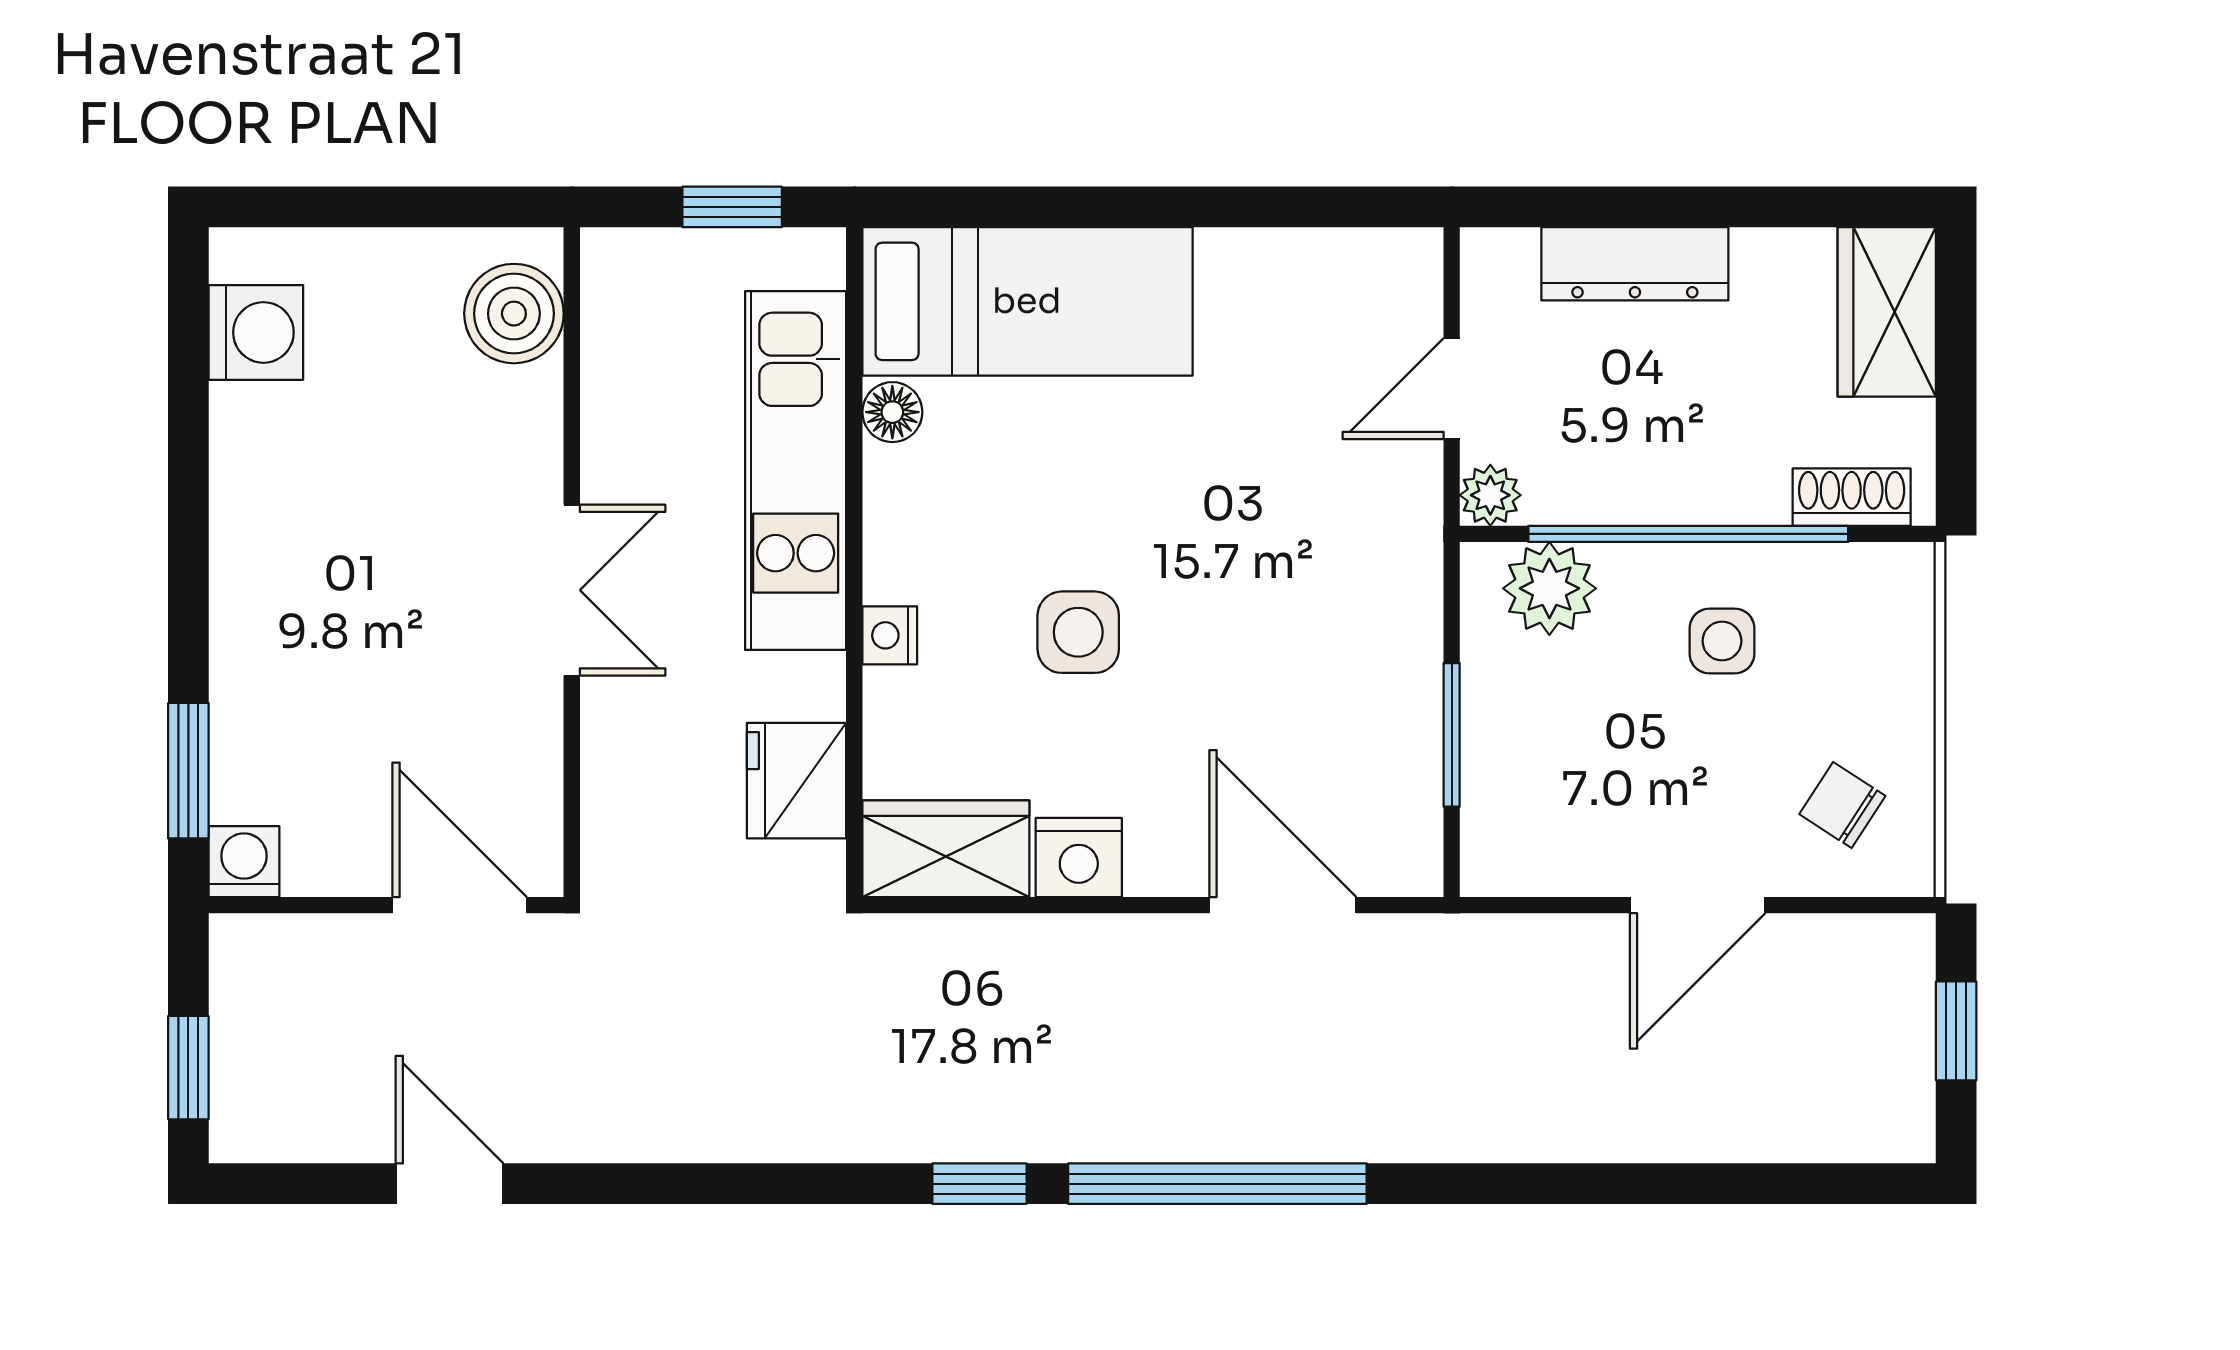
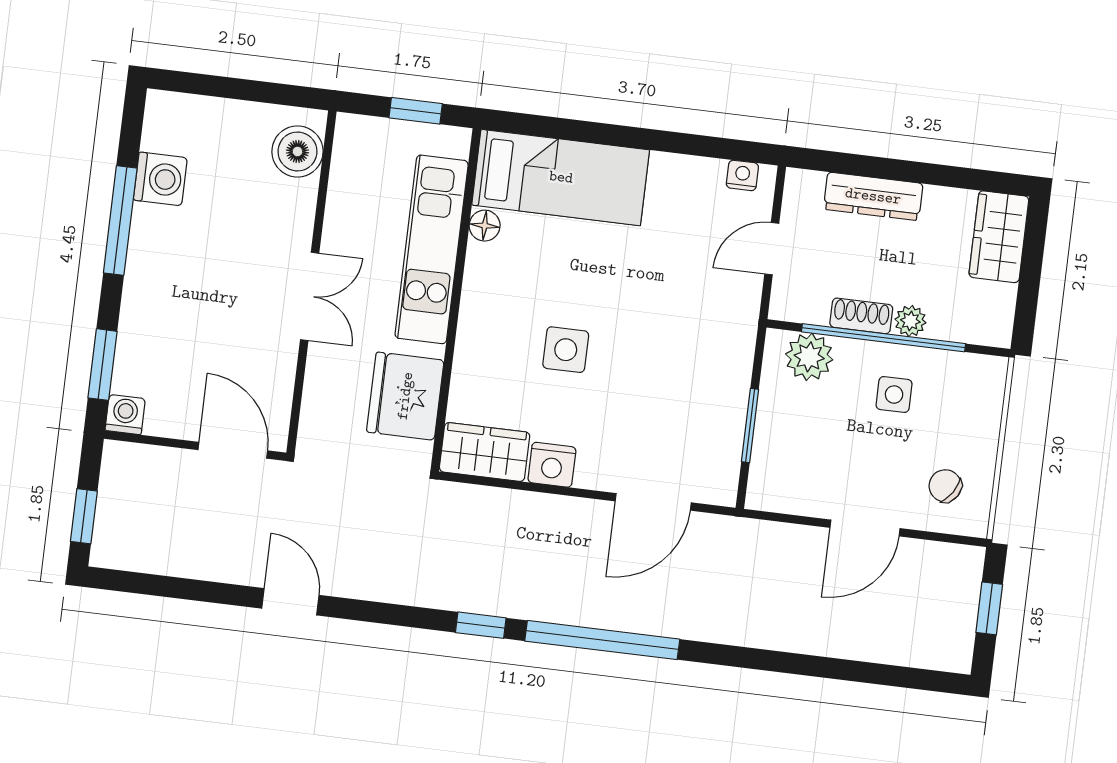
washing machine: (256, 332) -> (160, 179), moved
window: (188, 488) -> (120, 220), added
plant: (1490, 495) -> (910, 321), moved
shoe rack: (1852, 497) -> (861, 316), moved
nightstand: (890, 635) -> (742, 175), moved, turned 90
fridge: (797, 781) -> (405, 396), width x1.36, depth x1.34
door: (1283, 905) -> (653, 502), swing flipped
door: (449, 1184) -> (290, 602), moved

